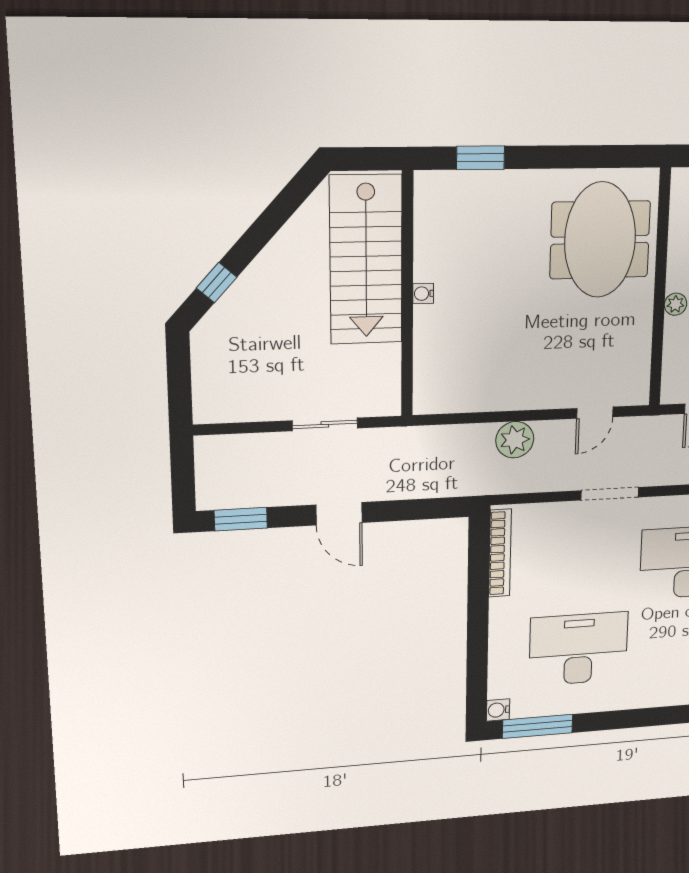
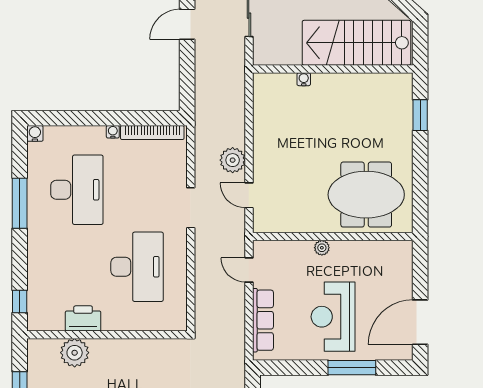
water cooler: (423, 294) -> (304, 79), moved
plant: (515, 440) -> (233, 160), moved
water cooler: (498, 607) -> (113, 132), added
window: (538, 726) -> (20, 203), moved

